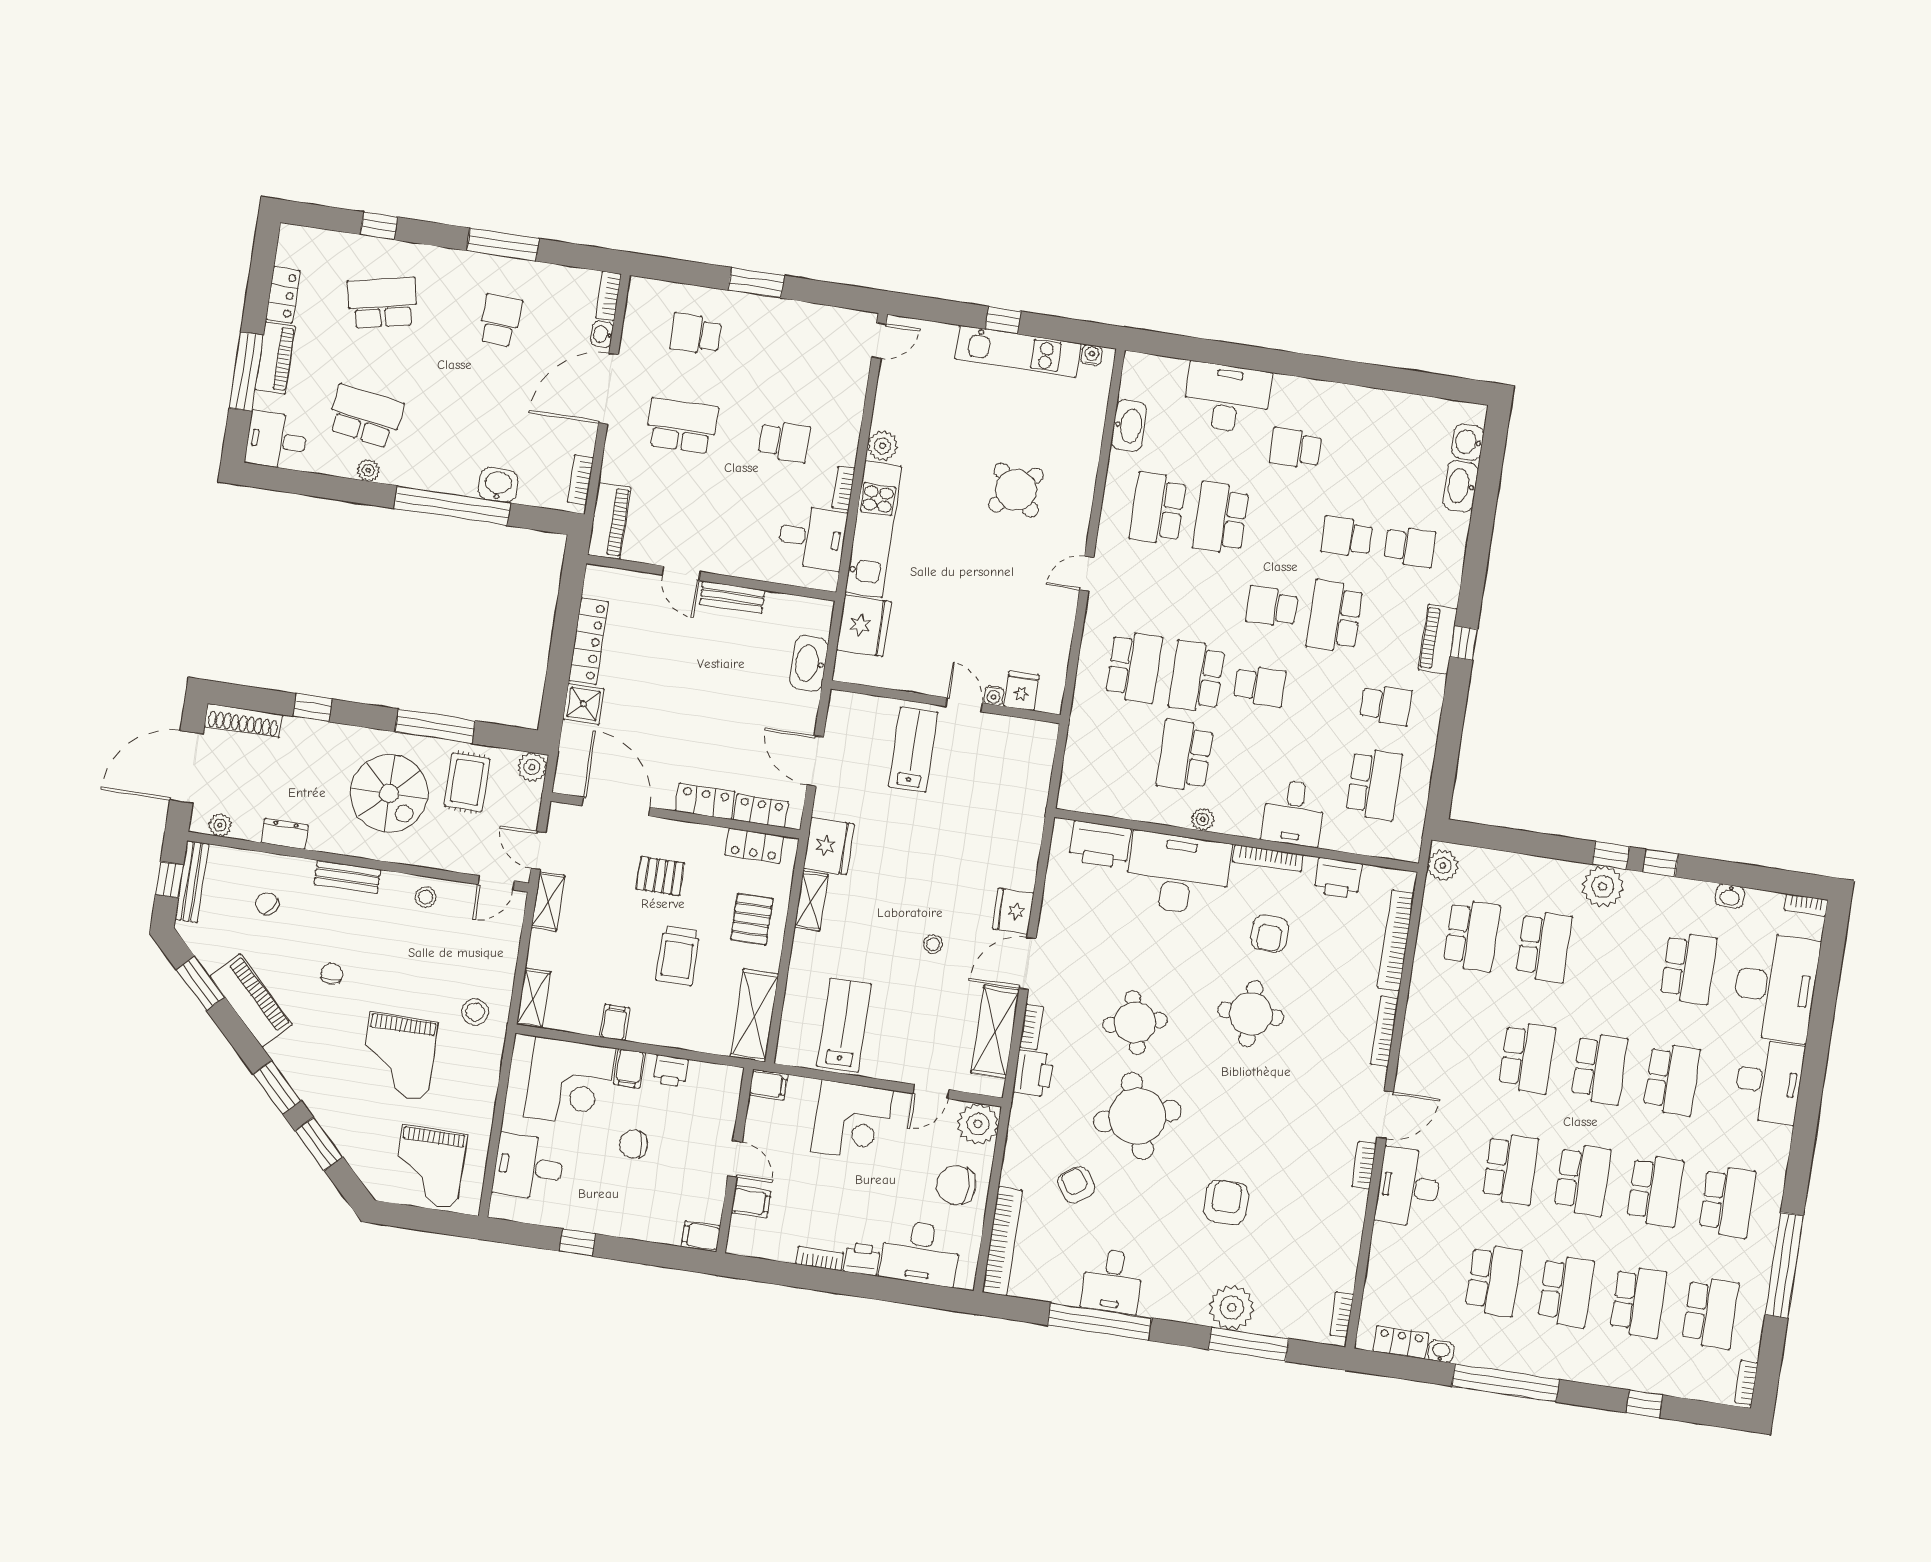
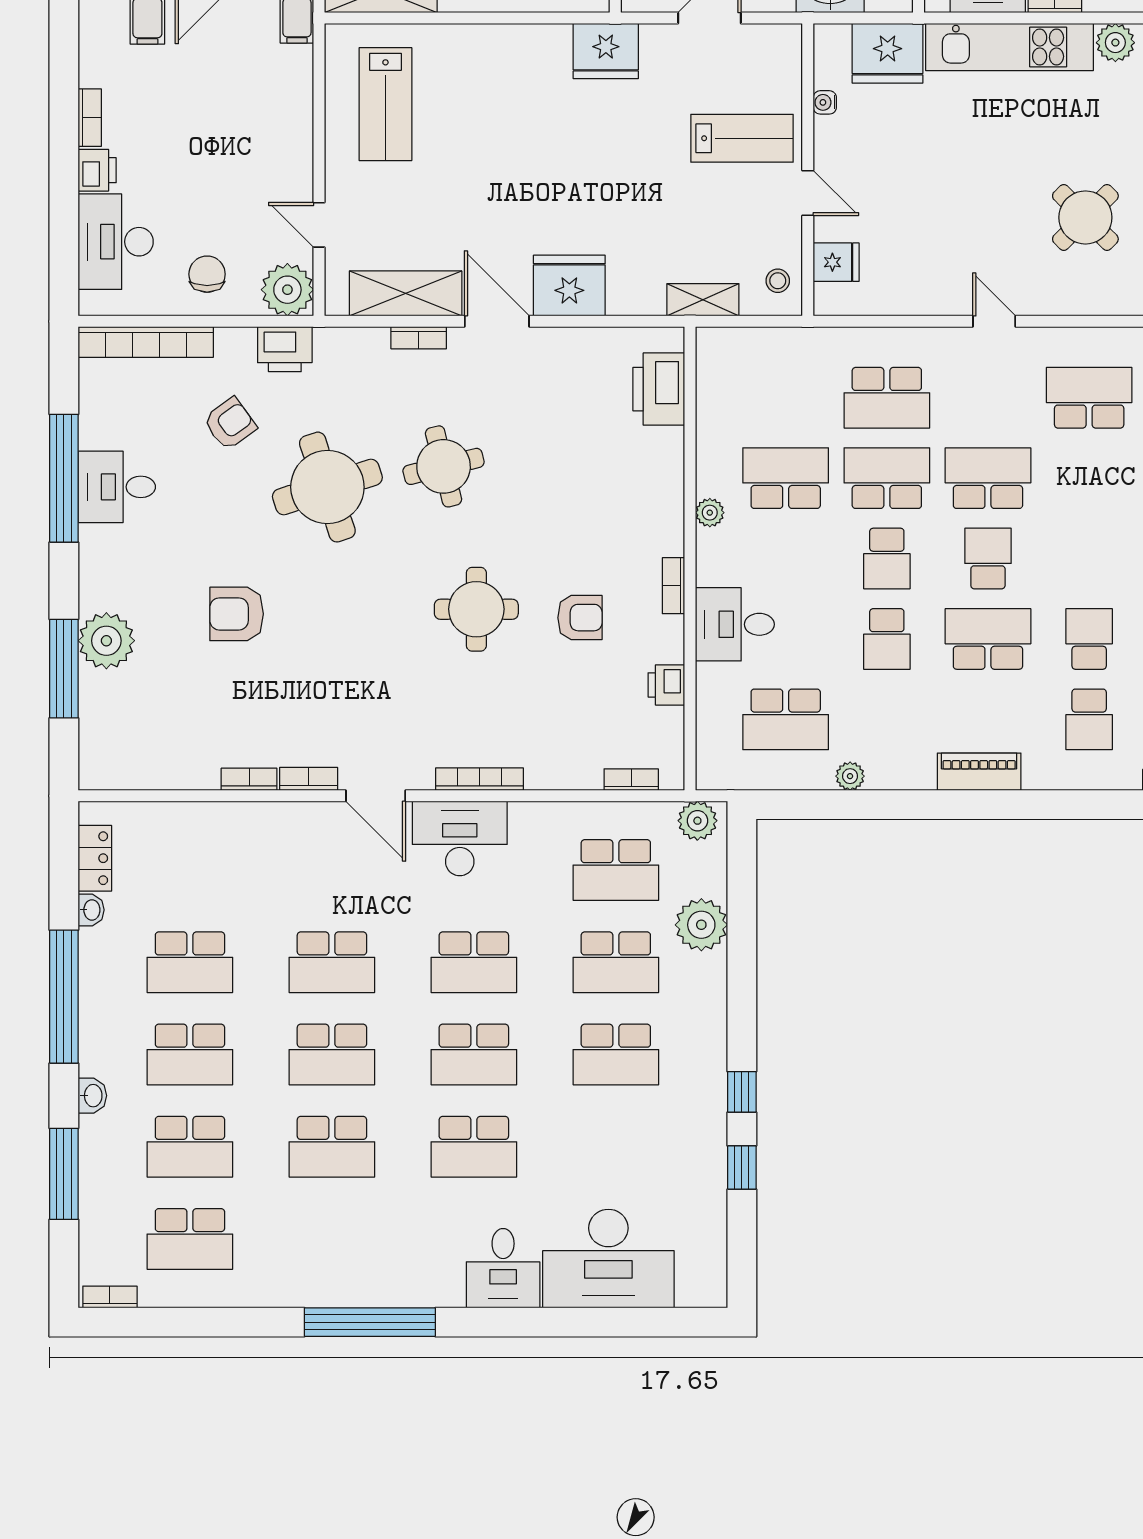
school desk: (1221, 518) -> (988, 478), moved
window: (1464, 643) -> (979, 805), removed
water cooler: (994, 696) -> (825, 102), moved
door: (964, 705) -> (808, 193), hinge flipped
school desk: (1386, 705) -> (887, 639), moved
plant: (1426, 741) -> (850, 776), added
window: (1611, 855) -> (742, 1167), moved
bookcase: (1268, 858) -> (674, 586), width x0.64
desk: (1178, 874) -> (637, 491), removed
printer: (1338, 878) -> (666, 685), width x0.73, depth x0.81
plant: (1603, 887) -> (701, 925), moved
washbasin: (1730, 896) -> (92, 1096), moved, turned 180
shelving: (811, 901) -> (703, 300), moved
bookcase: (1806, 905) -> (717, 1281), removed
fridge: (1013, 911) -> (569, 286), width x1.36, depth x1.34
armchair: (1270, 934) -> (580, 618), turned 180
bookcase: (1396, 940) -> (631, 780), width x0.43, depth x0.76
stool: (933, 944) -> (778, 281), moved
school desk: (1689, 968) -> (616, 1054), moved
lab bench: (844, 1025) -> (385, 104), turned 90
printer: (1033, 1074) -> (285, 349), moved
desk: (1769, 1082) -> (503, 1268), width x0.73
corner desk: (852, 1121) -> (268, 132), removed
chair: (956, 1185) -> (207, 274), width x0.73, depth x0.73
desk: (1408, 1187) -> (460, 838), moved
armchair: (1226, 1202) -> (237, 614), turned 180
school desk: (1727, 1202) -> (332, 1239), removed
window: (1784, 1265) -> (370, 1322), moved
bookcase: (1342, 1315) -> (249, 779), moved
window: (1644, 1404) -> (64, 1174), width x2.17

